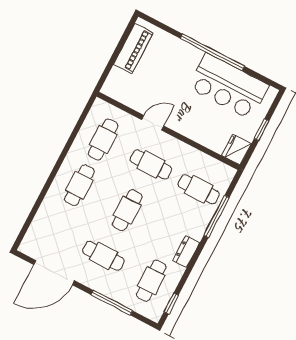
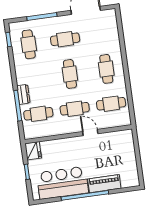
piano: (133, 49) -> (104, 184), moved, turned 90
door: (153, 123) -> (90, 133), swing flipped
cafe table: (103, 140) -> (111, 104), turned 90
dresser: (186, 251) -> (23, 94), moved

